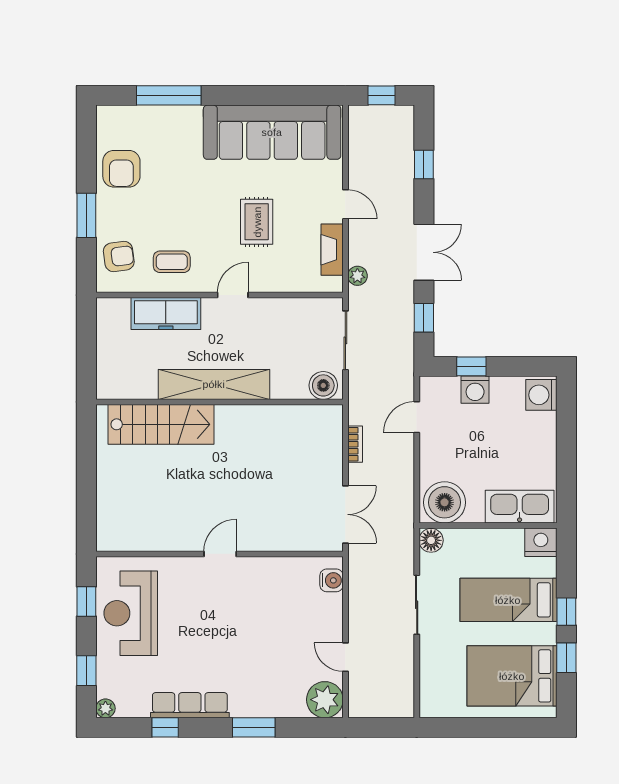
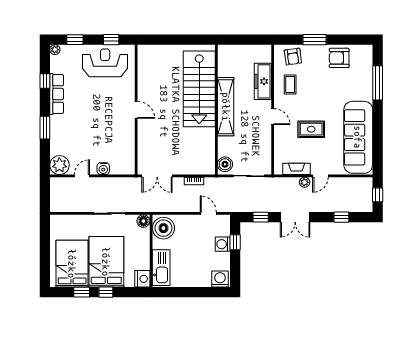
plant: (357, 276) -> (305, 182), moved
stairs: (161, 424) -> (199, 89), width x1.36, depth x1.51
water cooler: (332, 580) -> (103, 169), moved
bed: (508, 600) -> (106, 262), width x1.50

